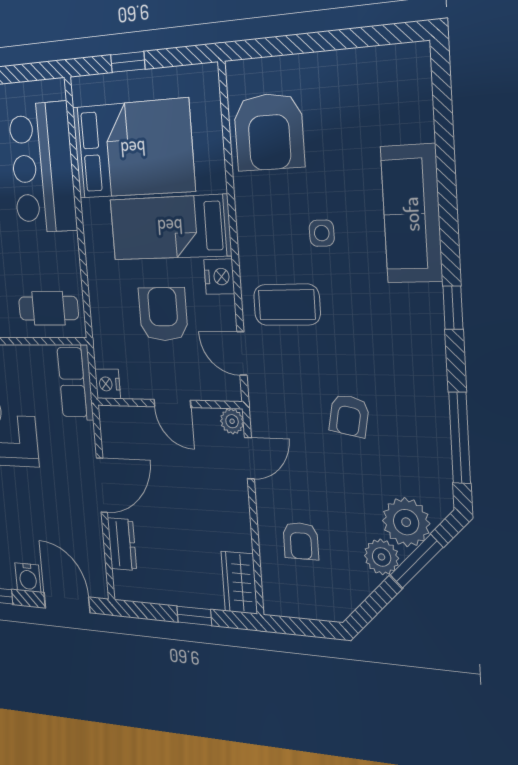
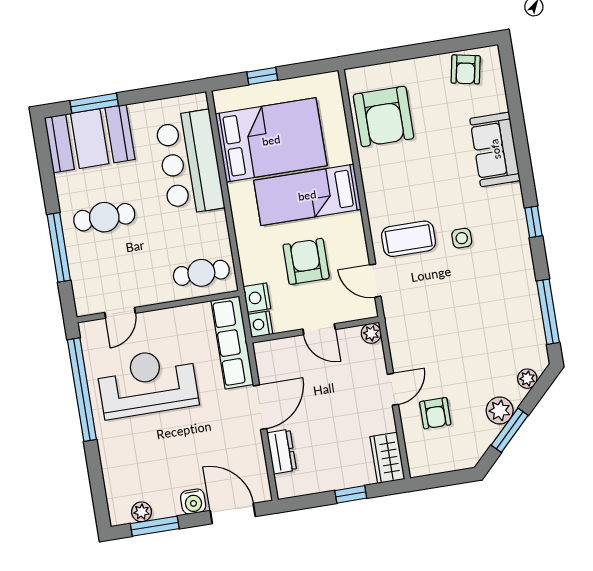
sofa: (411, 214) -> (495, 149), width x0.73
side table: (322, 233) -> (462, 238), moved
nightstand: (219, 277) -> (257, 298), moved, turned 180
row of seats: (75, 382) -> (232, 343), width x1.48
armchair: (349, 416) -> (466, 69), moved
door: (249, 458) -> (393, 389), moved
plant: (406, 522) -> (527, 379), width x0.53, depth x0.53
window: (417, 561) -> (510, 430), moved

